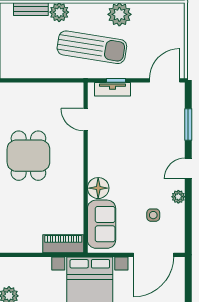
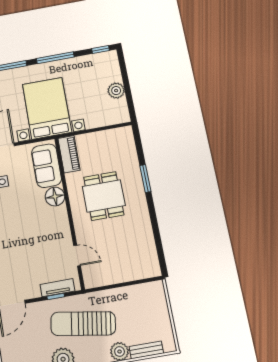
dining table: (28, 156) -> (104, 196), moved
piano: (63, 244) -> (69, 154), moved, turned -90

